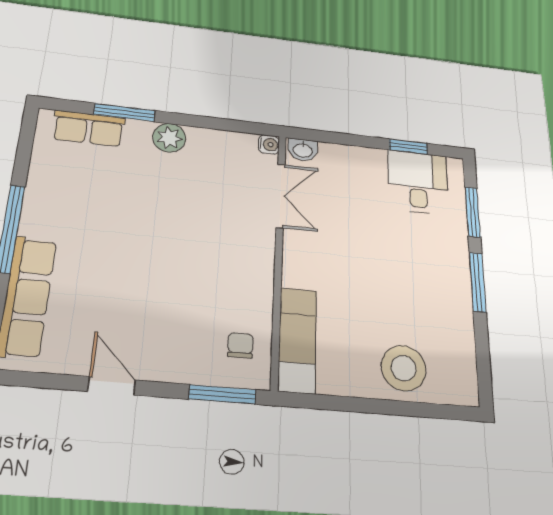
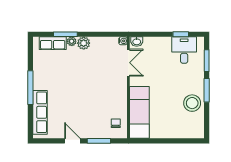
plant: (139, 130) -> (72, 41), added
exam couch: (297, 340) -> (139, 112), width x1.36, depth x1.45
stool: (404, 368) -> (192, 103), moved
window: (223, 394) -> (99, 141), moved

